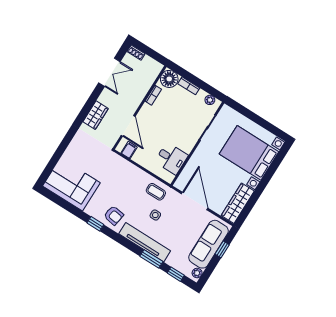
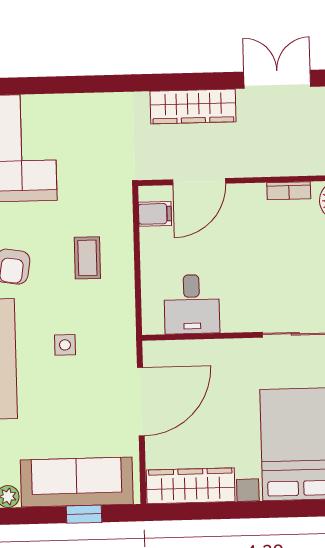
double door: (109, 72) -> (277, 79), swing flipped
wardrobe: (96, 115) -> (193, 106), width x1.50
coffee table: (156, 192) -> (87, 258), moved

